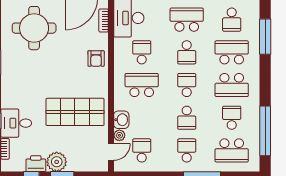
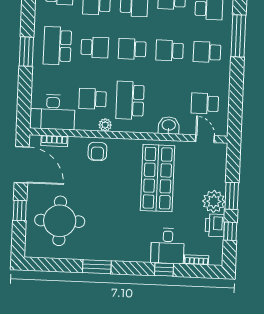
armchair: (96, 58) -> (97, 151), turned 90
school desk: (187, 118) -> (170, 51), turned 180
plant: (119, 135) -> (105, 125), moved

